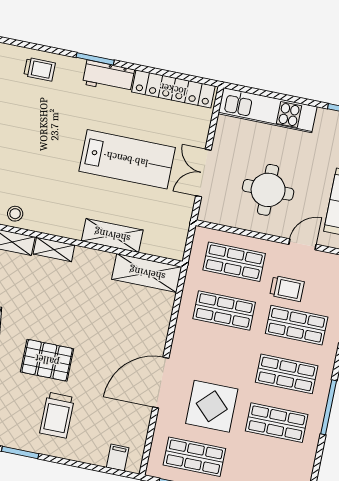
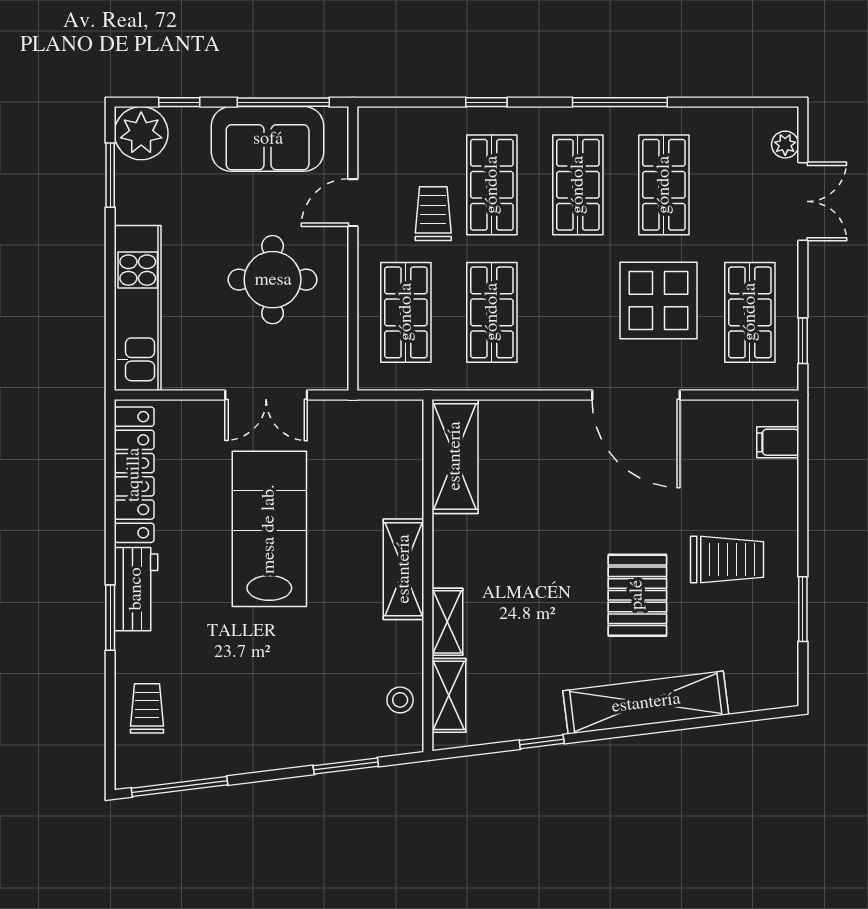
shelving: (112, 235) -> (404, 569), moved
door: (302, 244) -> (353, 203), hinge flipped

